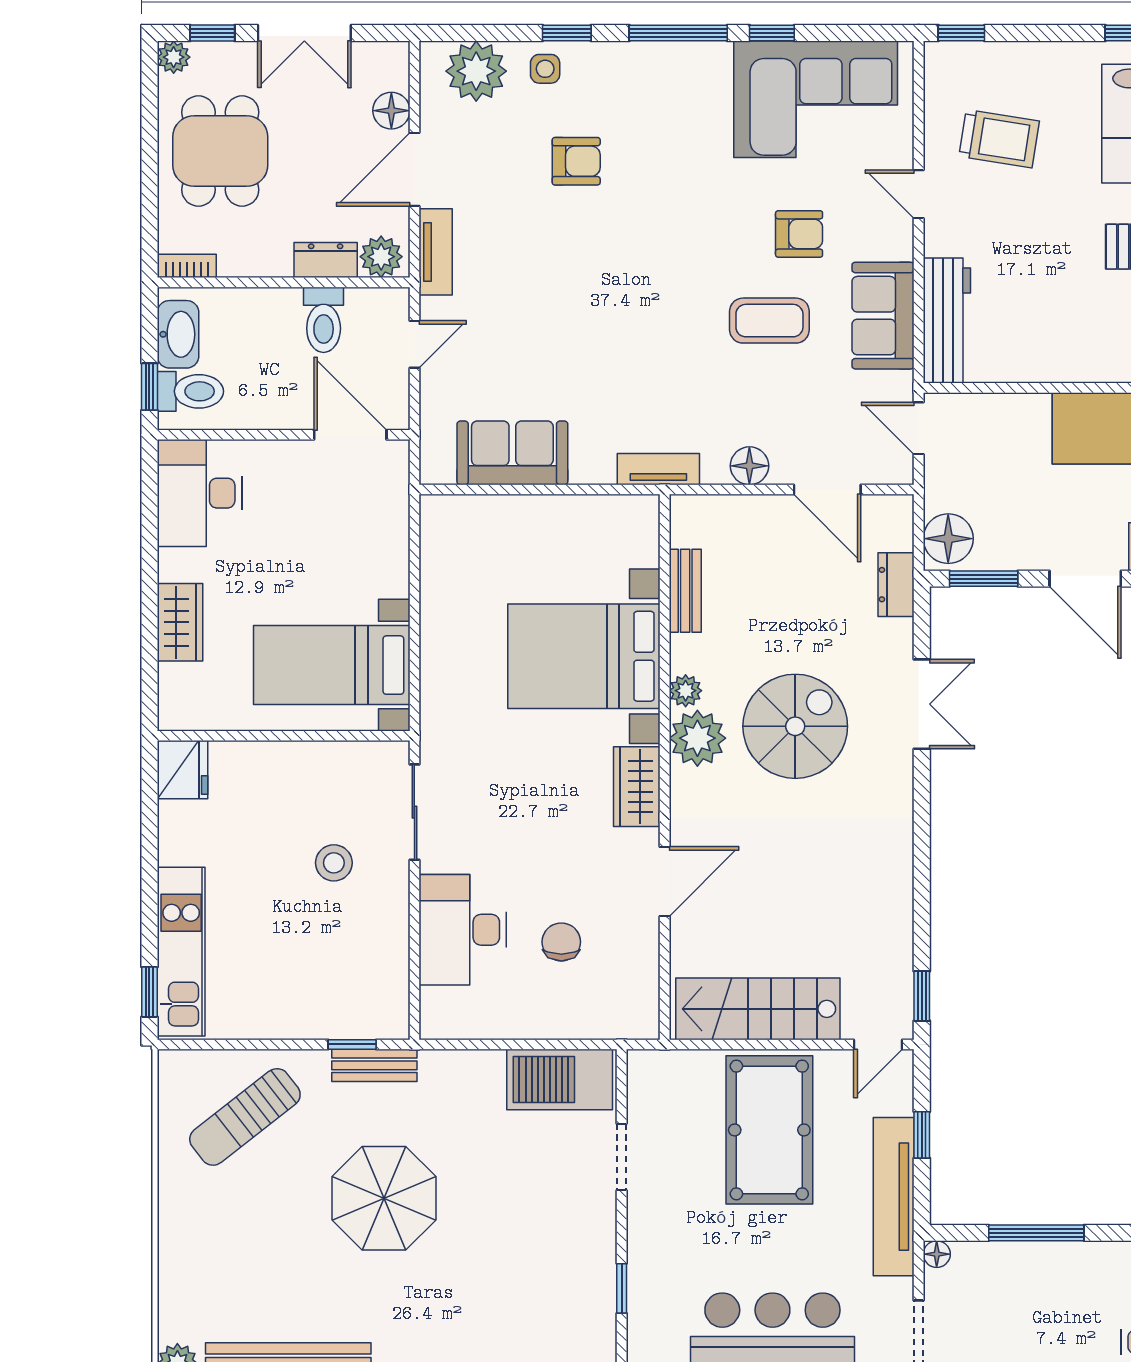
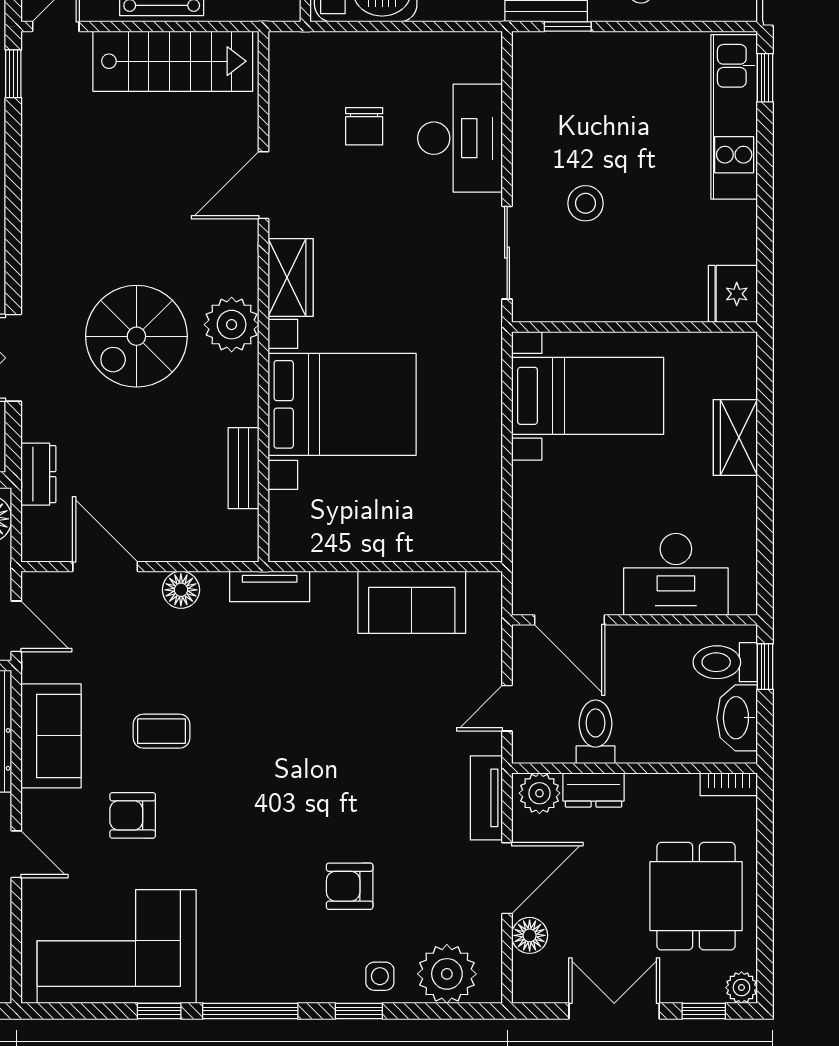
coffee table: (769, 321) -> (162, 731), width x0.73, depth x0.77
desk: (199, 493) -> (676, 574), moved, turned 90
plant: (686, 691) -> (243, 371), removed

